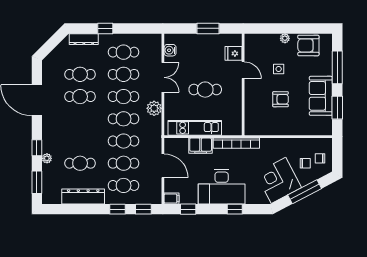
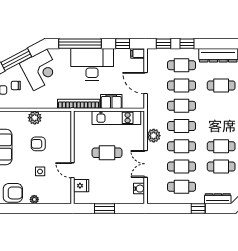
plant: (284, 128) -> (35, 118), added
window: (235, 209) -> (80, 44), width x3.17

